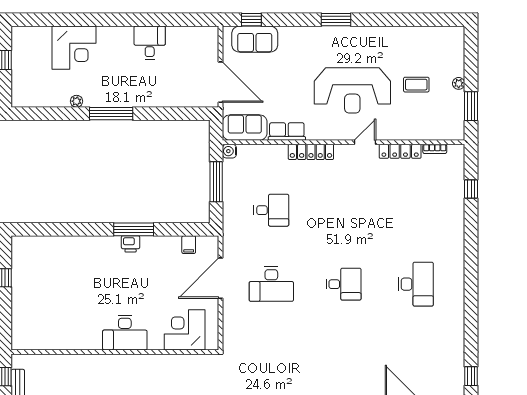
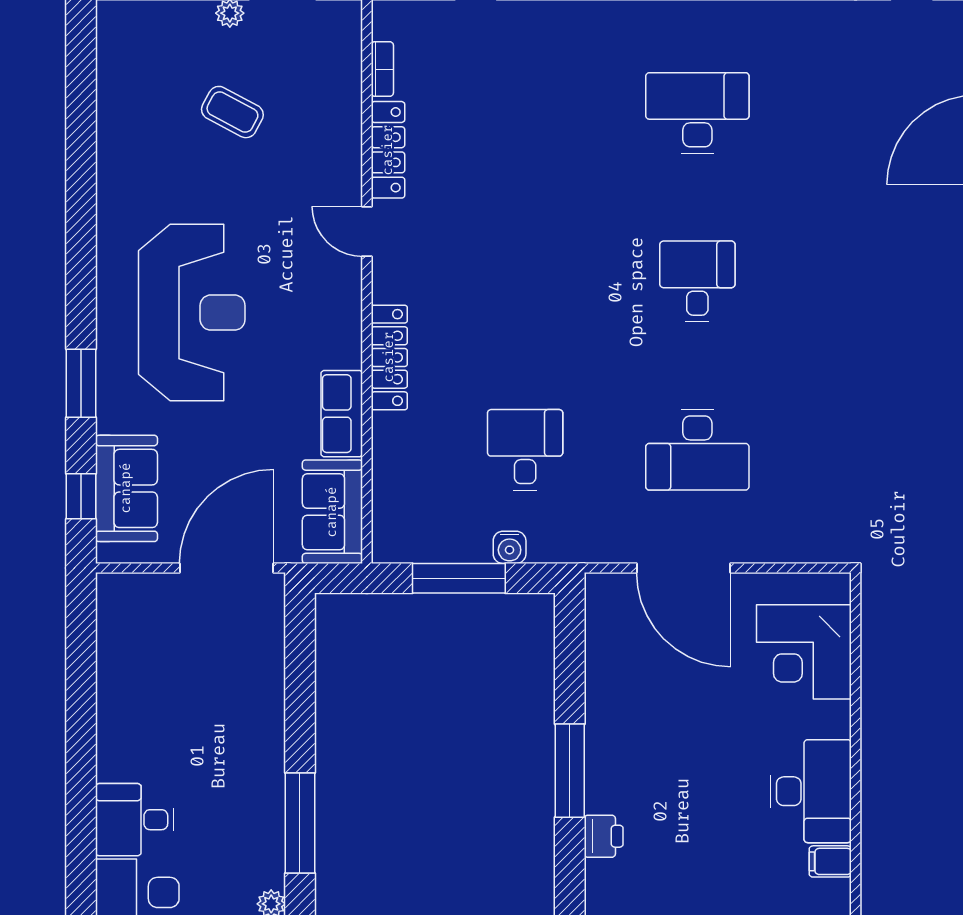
window: (336, 20) -> (81, 383), moved
desk: (150, 43) -> (135, 820), moved
coffee table: (416, 85) -> (232, 112), turned -62
reception desk: (352, 90) -> (192, 313), moved
water cooler: (229, 151) -> (510, 547), moved
printer: (131, 244) -> (604, 836), moved
filing cabinet: (189, 245) -> (830, 861), moved, turned 180
desk: (271, 284) -> (697, 450), turned 90

